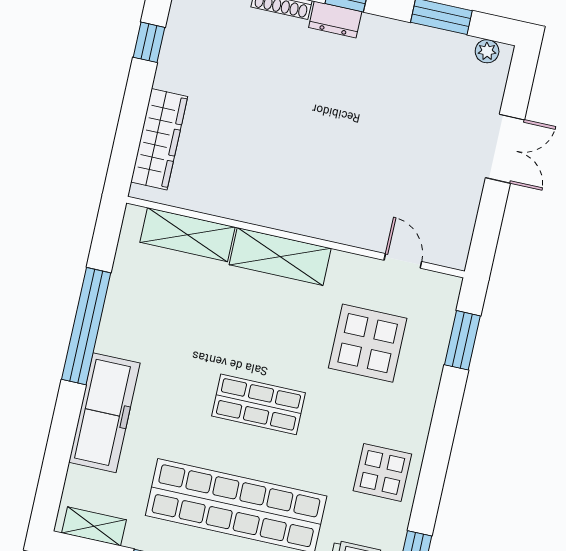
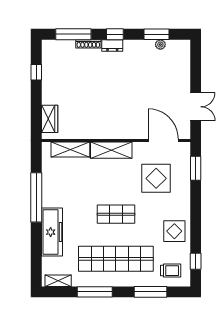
plant: (487, 51) -> (160, 45), moved
wardrobe: (159, 139) -> (50, 119), width x0.67
double door: (505, 149) -> (196, 107), moved
door: (403, 261) -> (163, 140), width x1.88

